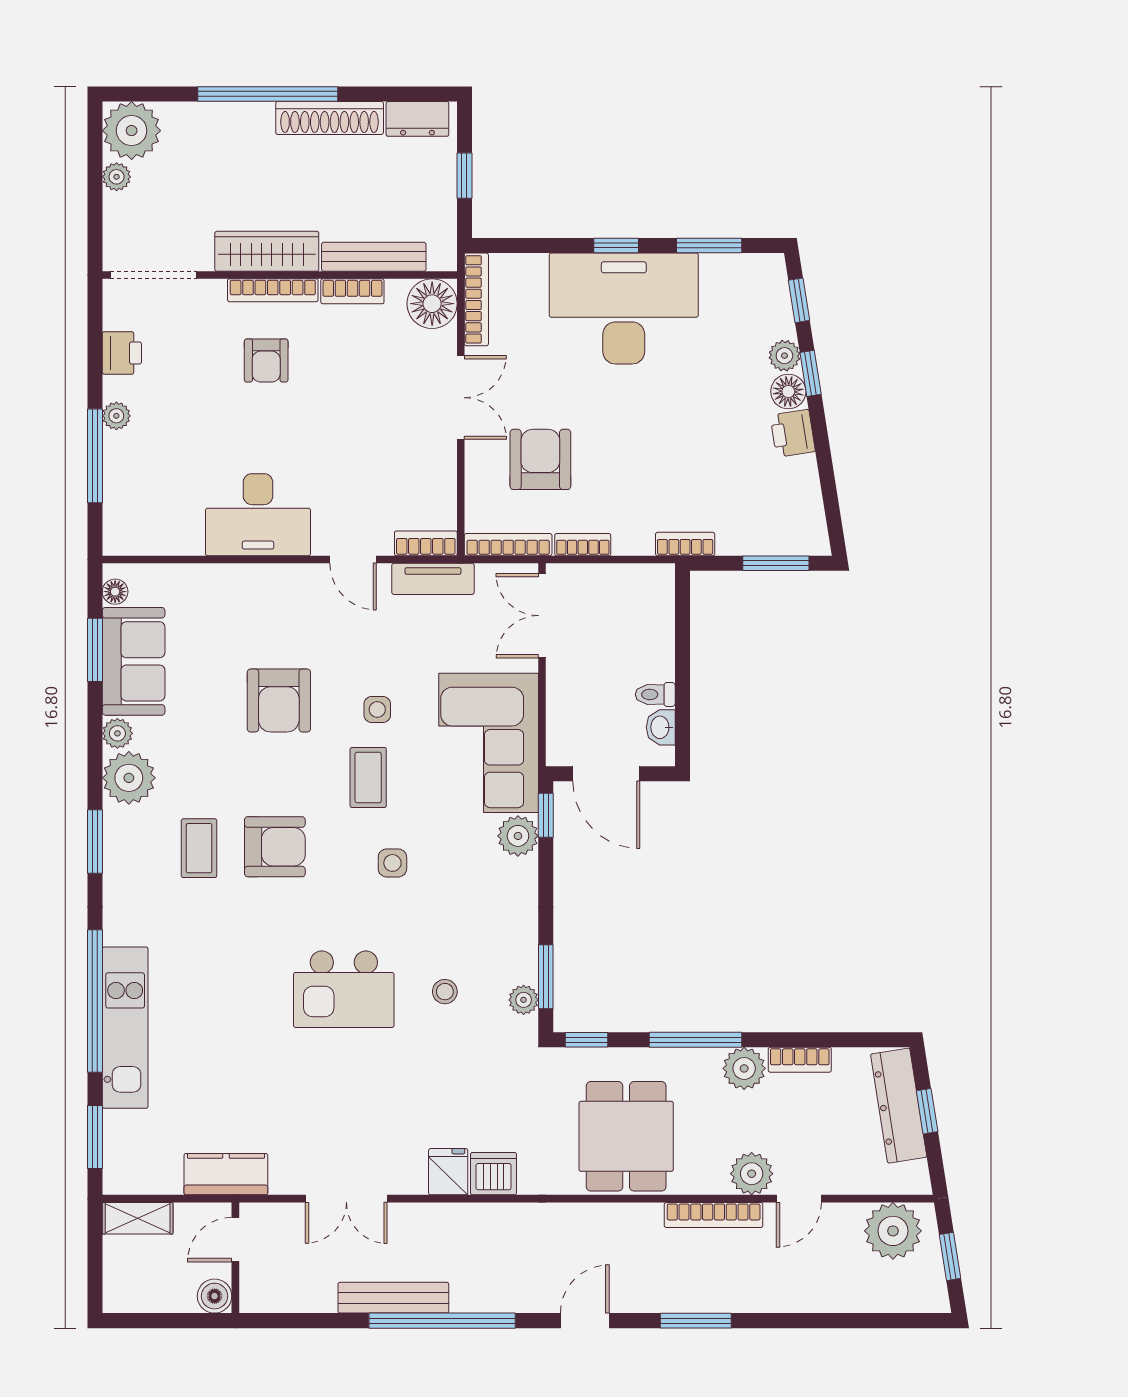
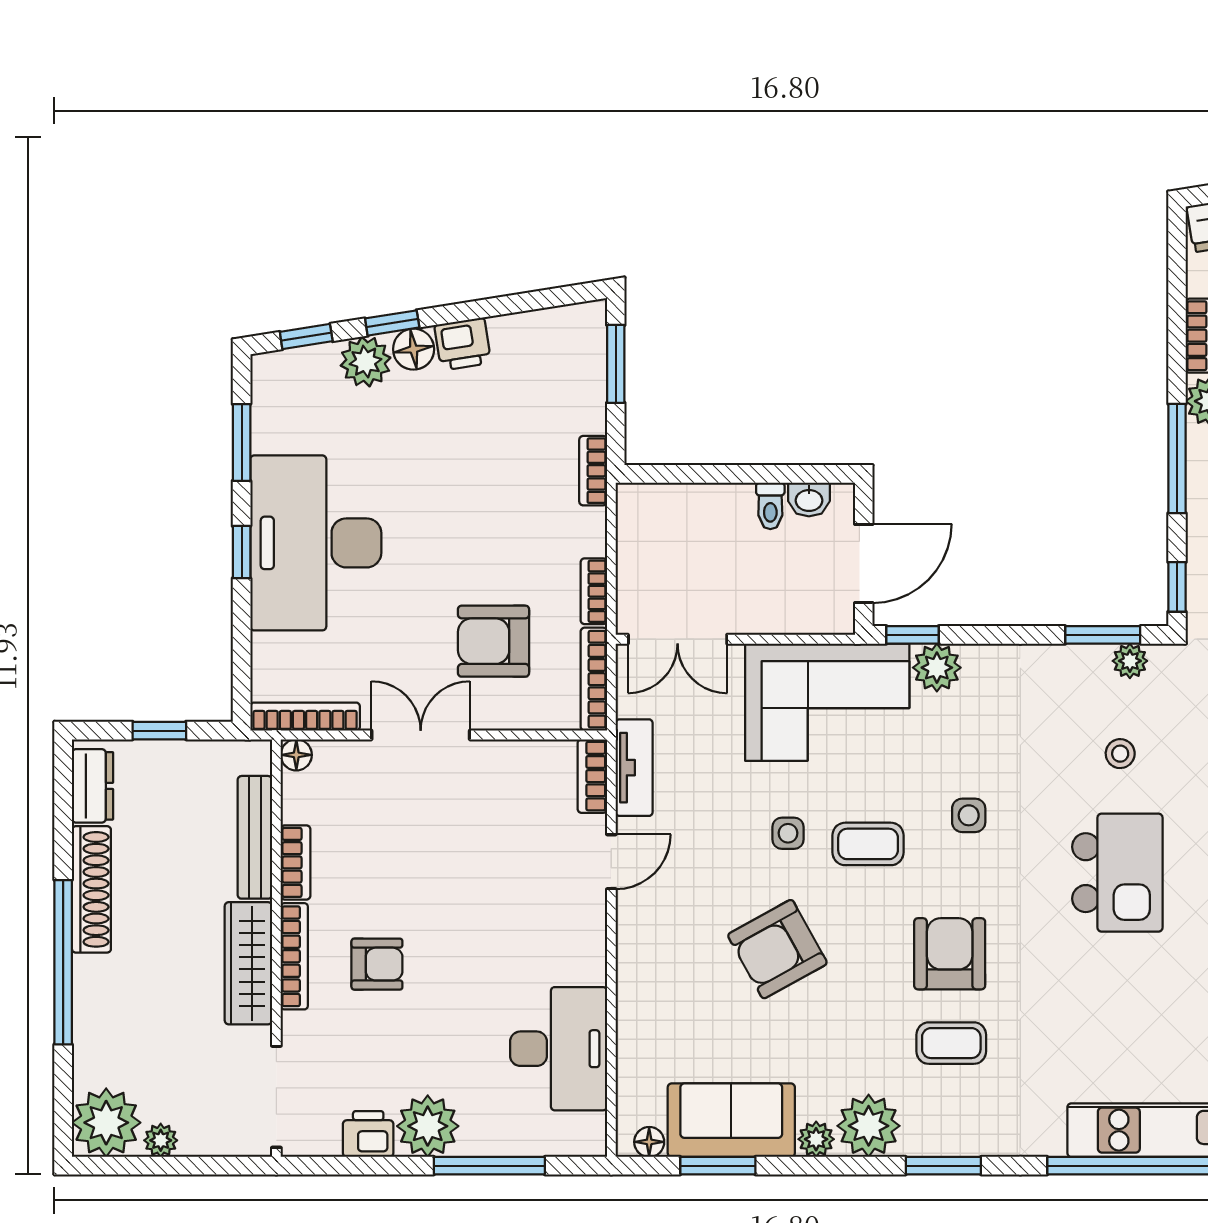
floor lamp: (432, 304) -> (296, 755), width x0.53, depth x0.53
plant: (784, 356) -> (366, 362), width x1.38, depth x1.38
plant: (116, 416) -> (428, 1126), width x1.88, depth x1.88
desk: (258, 515) -> (559, 1049), moved
armchair: (279, 701) -> (777, 949), turned 151

